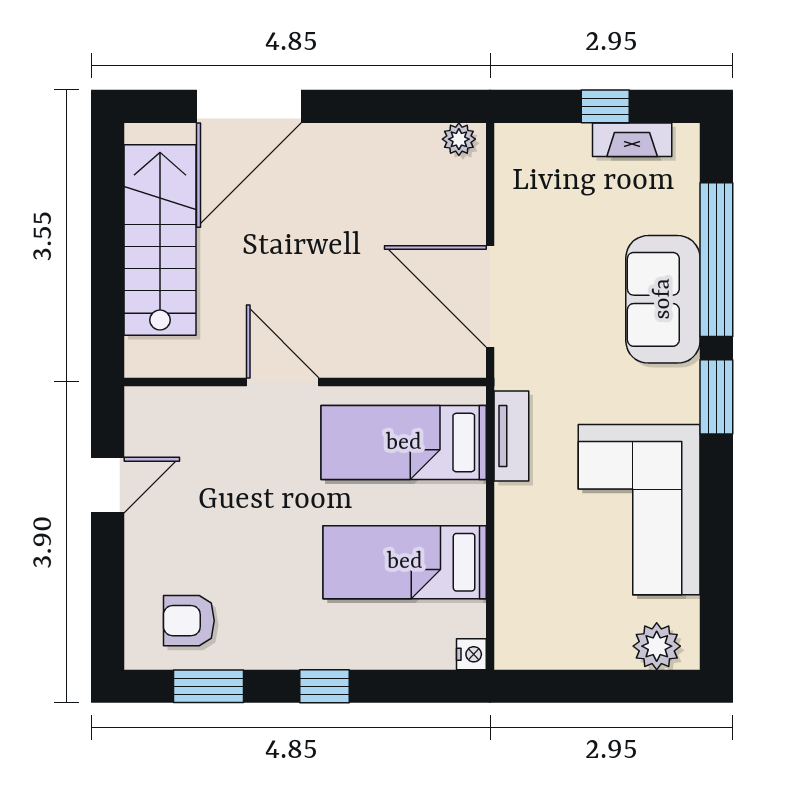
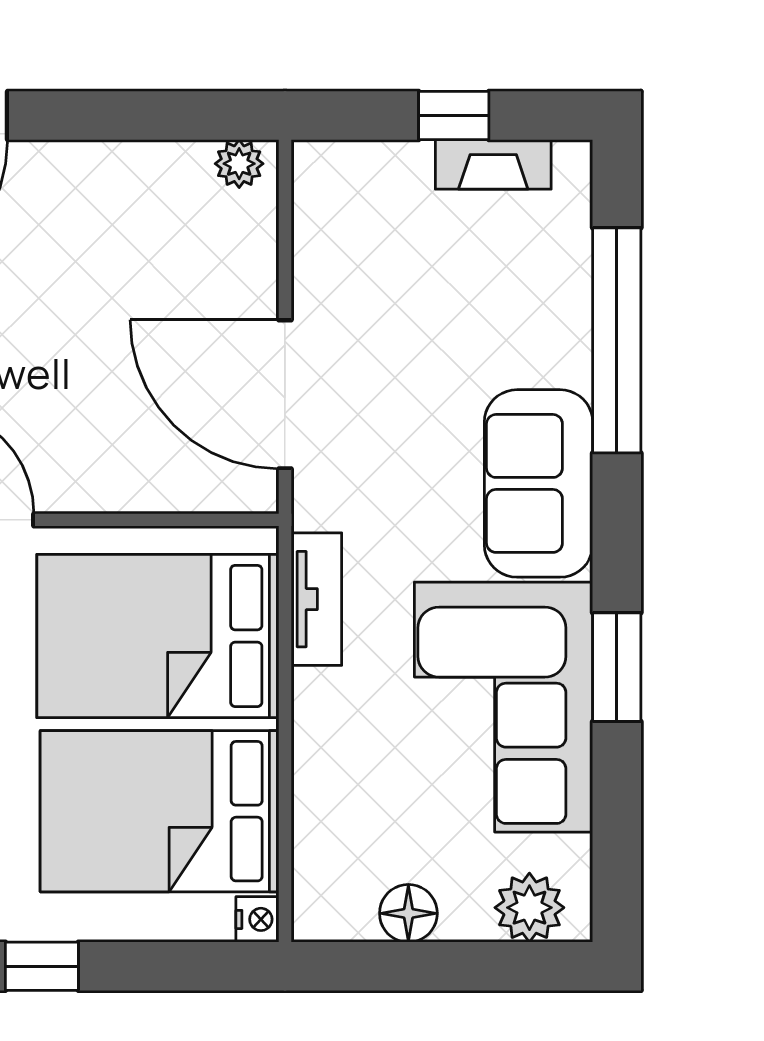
sofa: (663, 299) -> (539, 483), moved
window: (716, 397) -> (617, 667), moved
bed: (404, 443) -> (158, 636), width x1.50
bed: (405, 562) -> (160, 811), width x1.50
floor lamp: (574, 650) -> (408, 913), added

